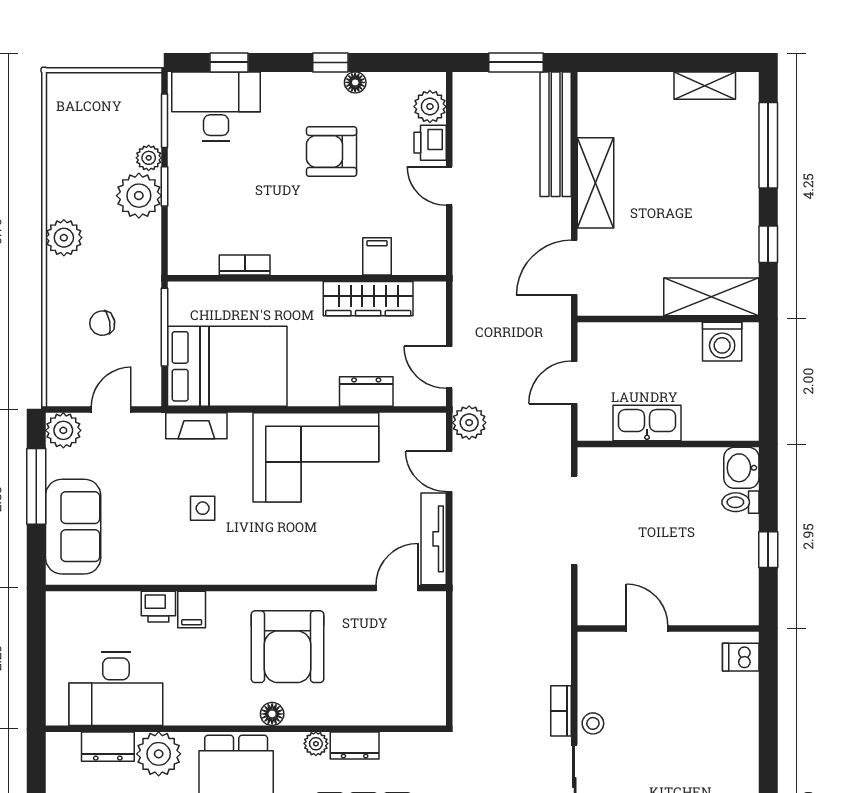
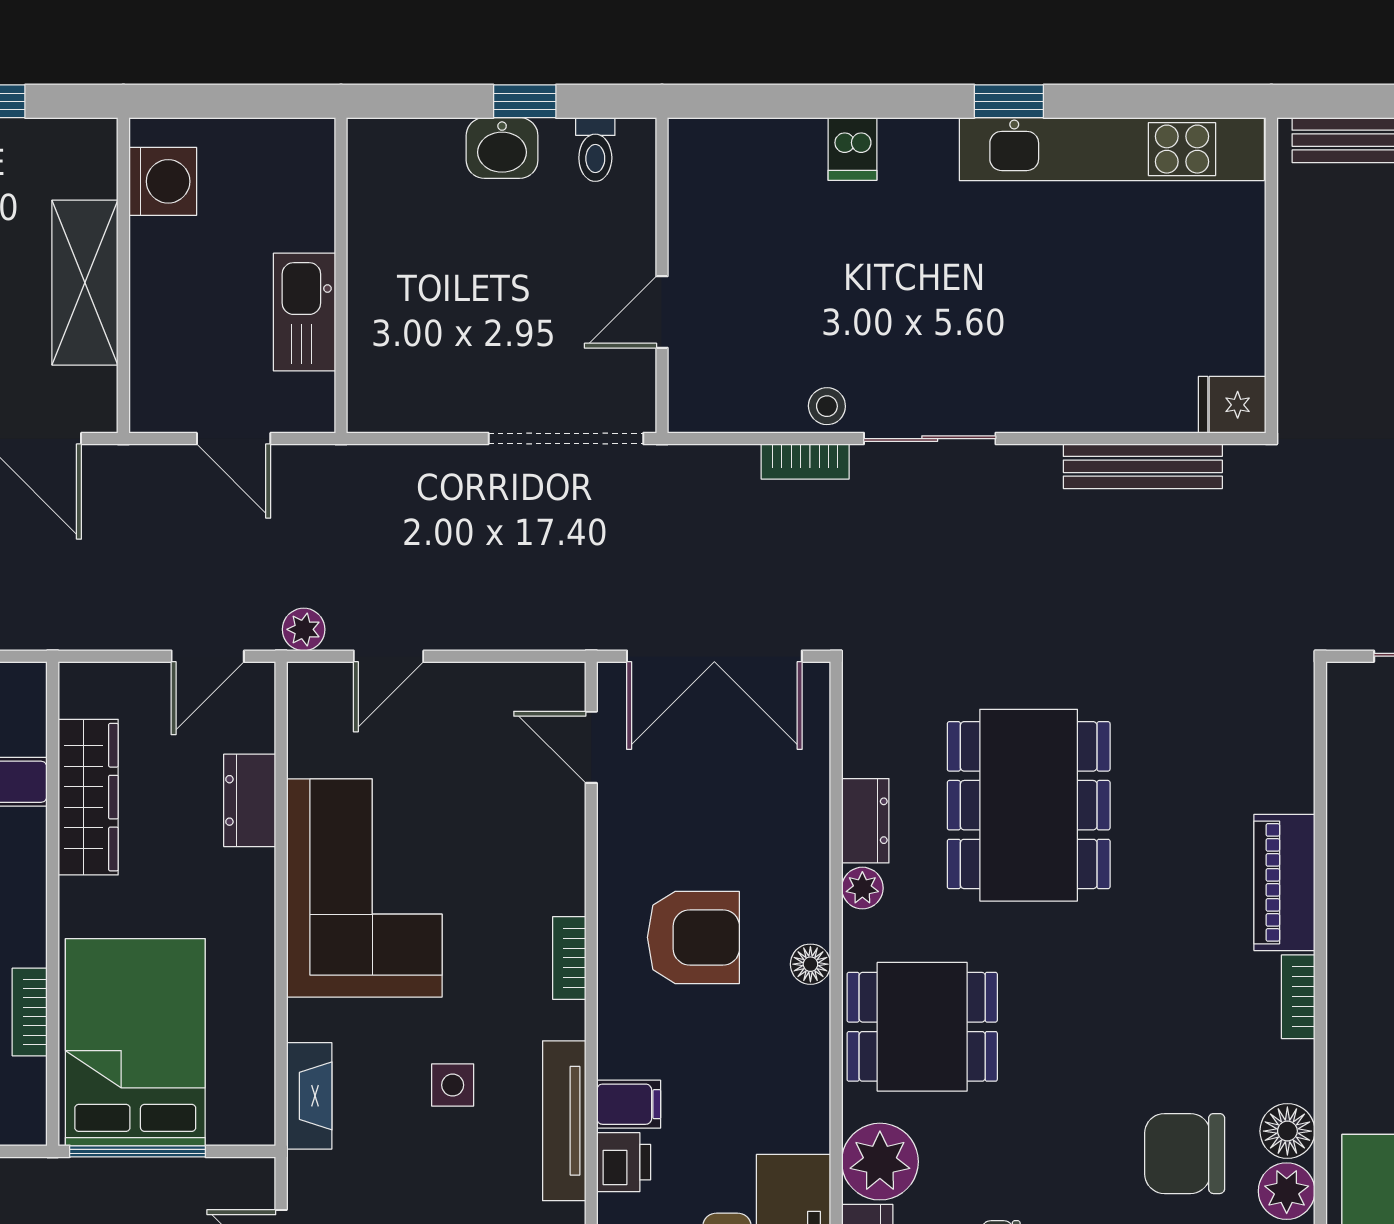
shelving: (711, 297) -> (85, 283), moved
bed: (227, 366) -> (135, 1042), moved
plant: (469, 423) -> (304, 629), width x0.73, depth x0.73
washbasin: (741, 468) -> (502, 148), moved
toilet: (740, 502) -> (595, 150), moved
doorway: (574, 521) -> (566, 439), moved
tv unit: (434, 539) -> (564, 1121), moved, turned 90
bookcase: (276, 575) -> (569, 958), added
armchair: (287, 647) -> (693, 937), width x0.73, depth x0.73
dishwasher: (741, 657) -> (852, 149), moved
double door: (449, 659) -> (714, 656), added

